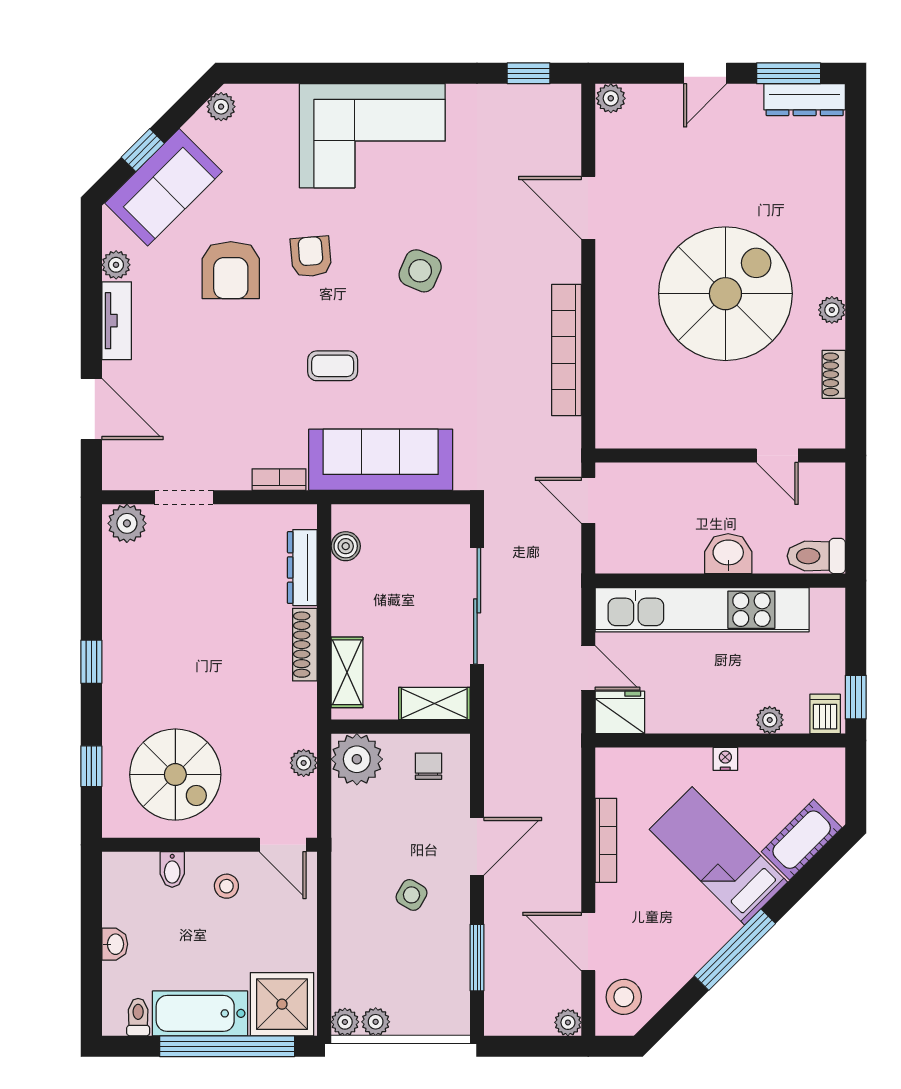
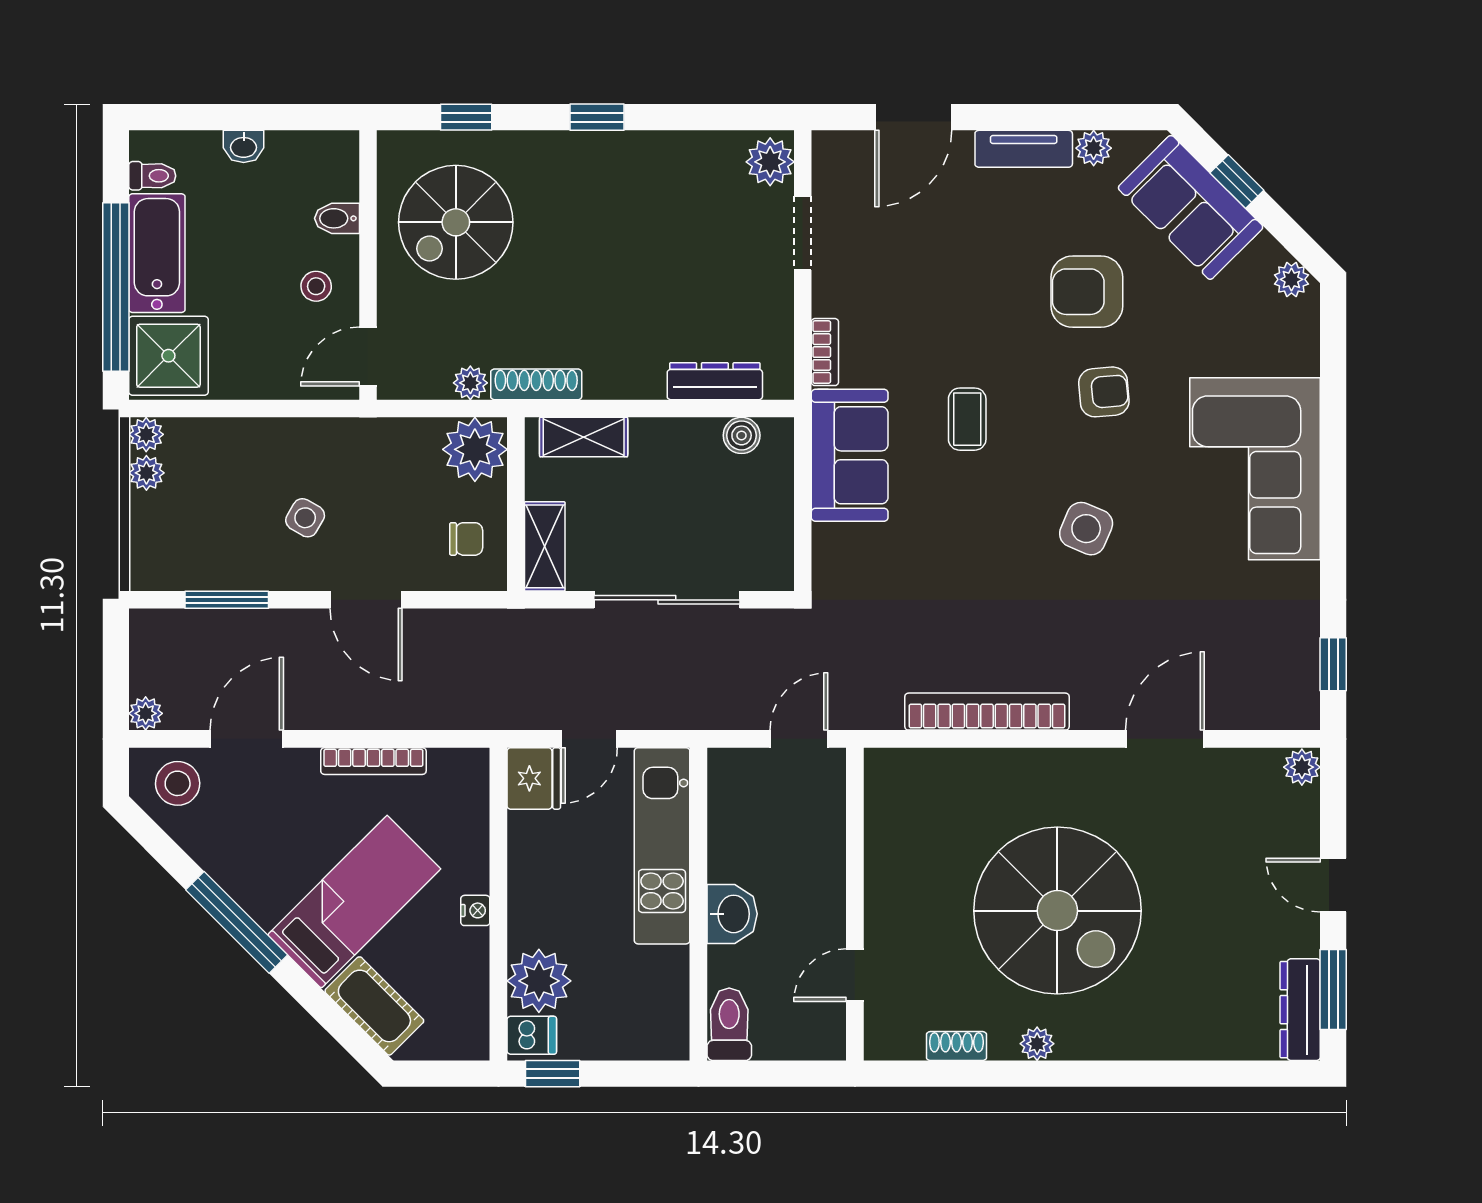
sofa: (381, 460) -> (850, 455), width x0.73
kitchen unit: (702, 610) -> (662, 846), width x0.73
shoe rack: (305, 645) -> (536, 384), moved
plant: (770, 720) -> (539, 981), width x1.88, depth x1.88

